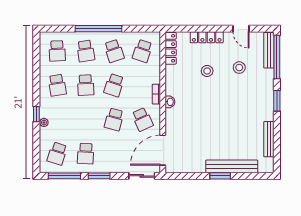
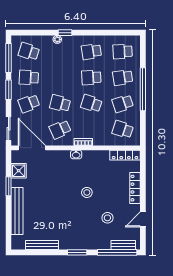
bench: (269, 50) -> (123, 245), width x0.73
stool: (207, 71) -> (87, 192), moved
school desk: (114, 154) -> (29, 103), added
shower: (188, 165) -> (19, 171), added
window: (220, 176) -> (9, 186), moved

